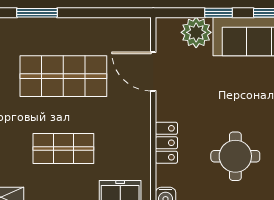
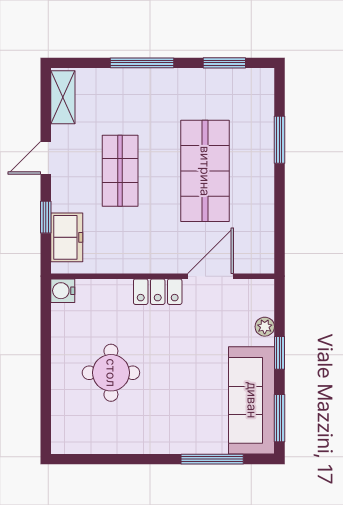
plant: (196, 32) -> (265, 327), width x0.53, depth x0.53
locker: (166, 143) -> (158, 292), moved

